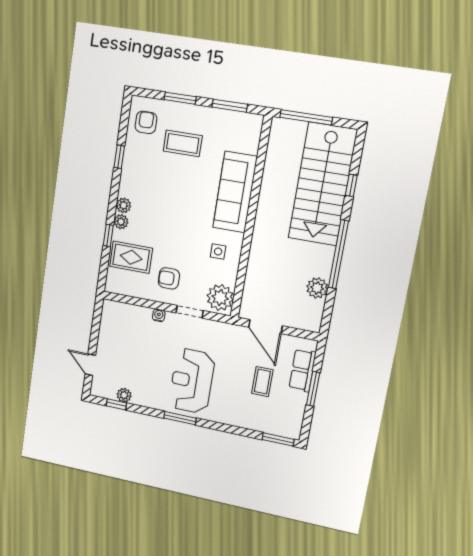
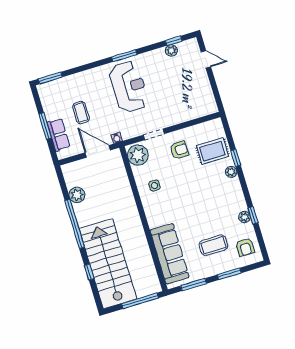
sofa: (235, 192) -> (170, 254), moved
plant: (124, 205) -> (245, 217), moved
water cooler: (159, 315) -> (117, 138), moved

